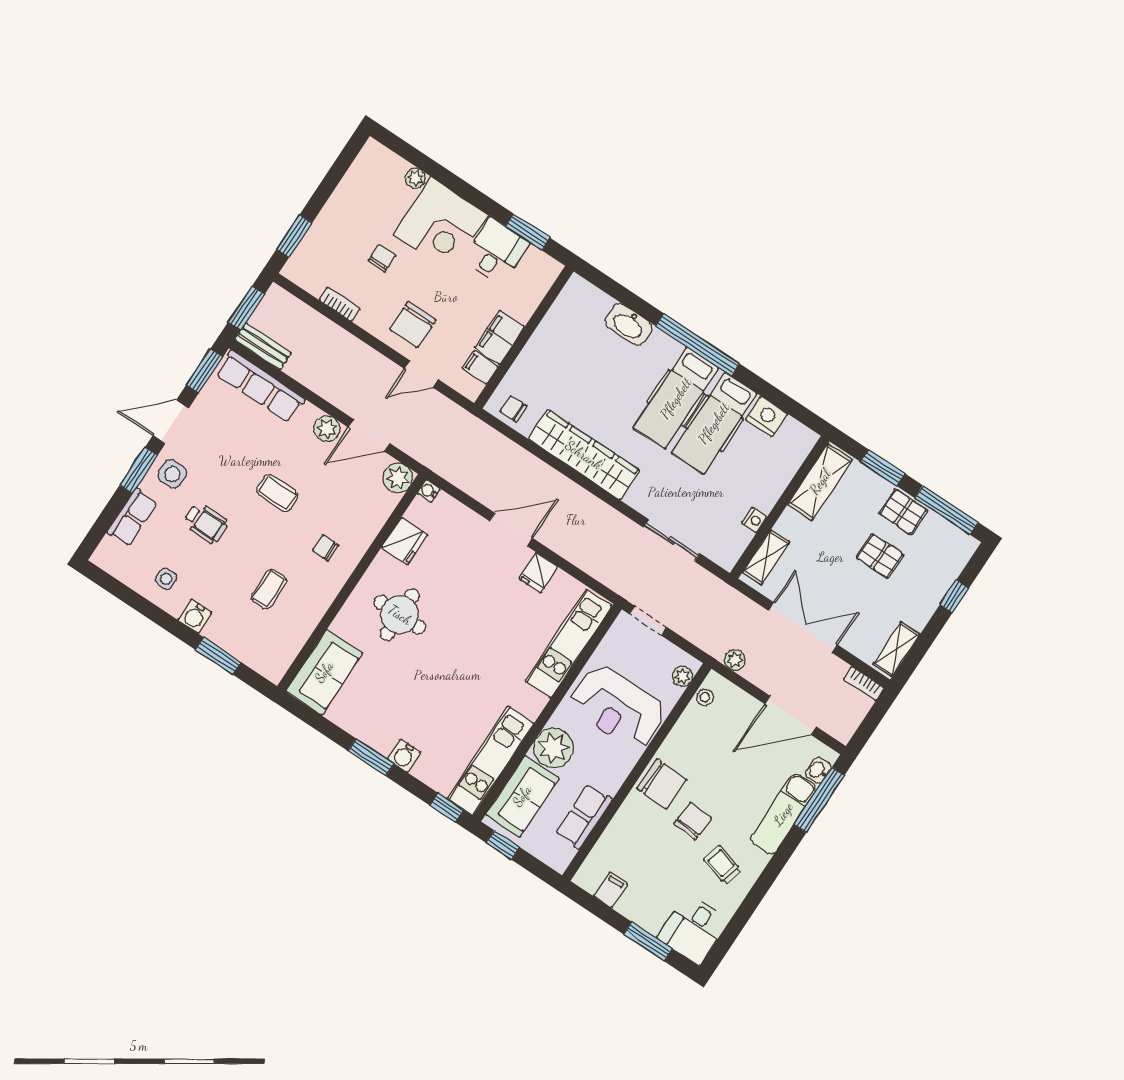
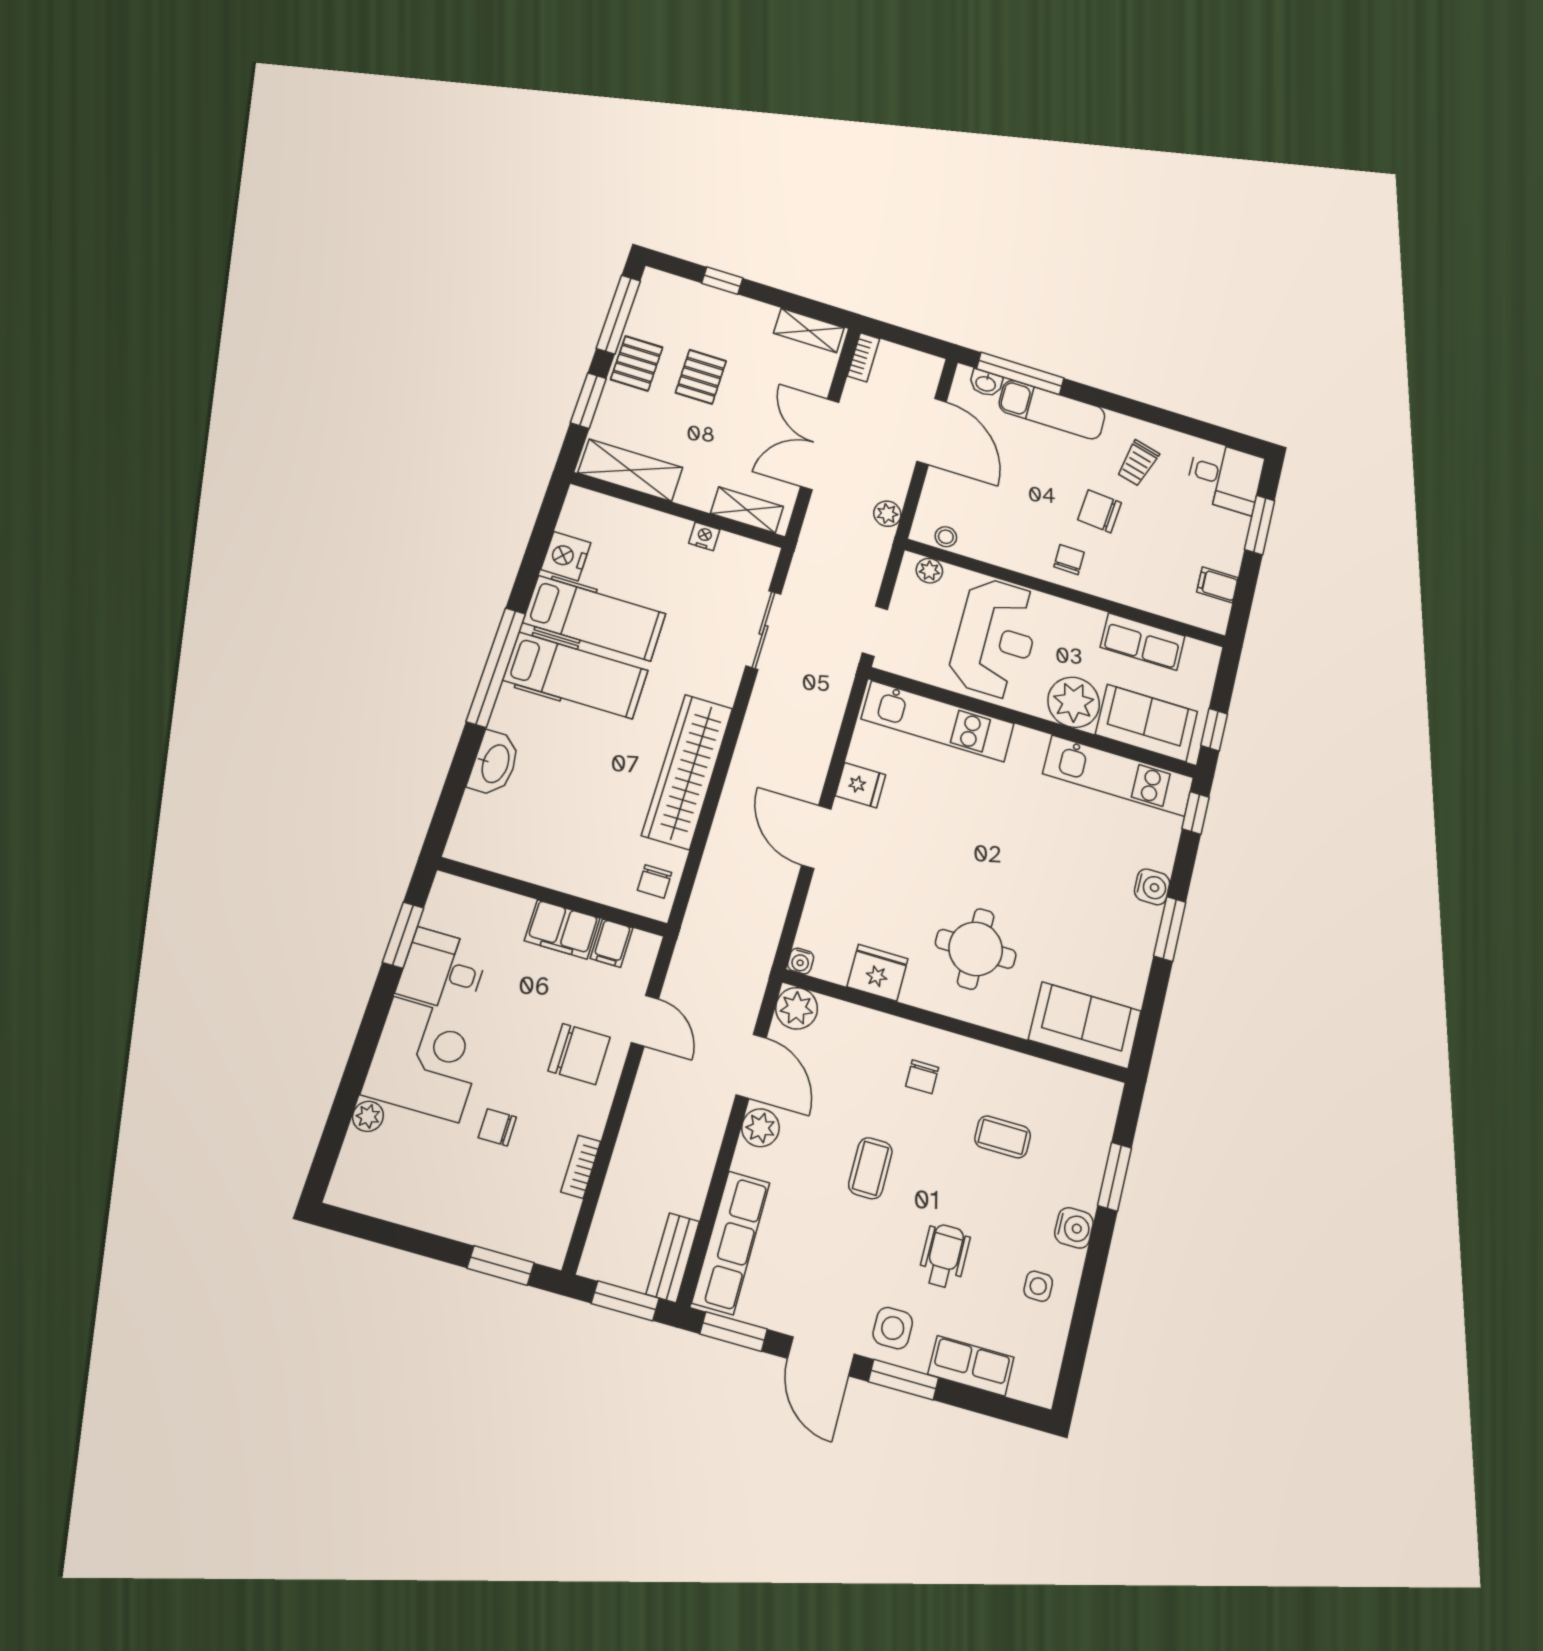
chair: (662, 784) -> (1069, 560), width x0.54, depth x0.54

